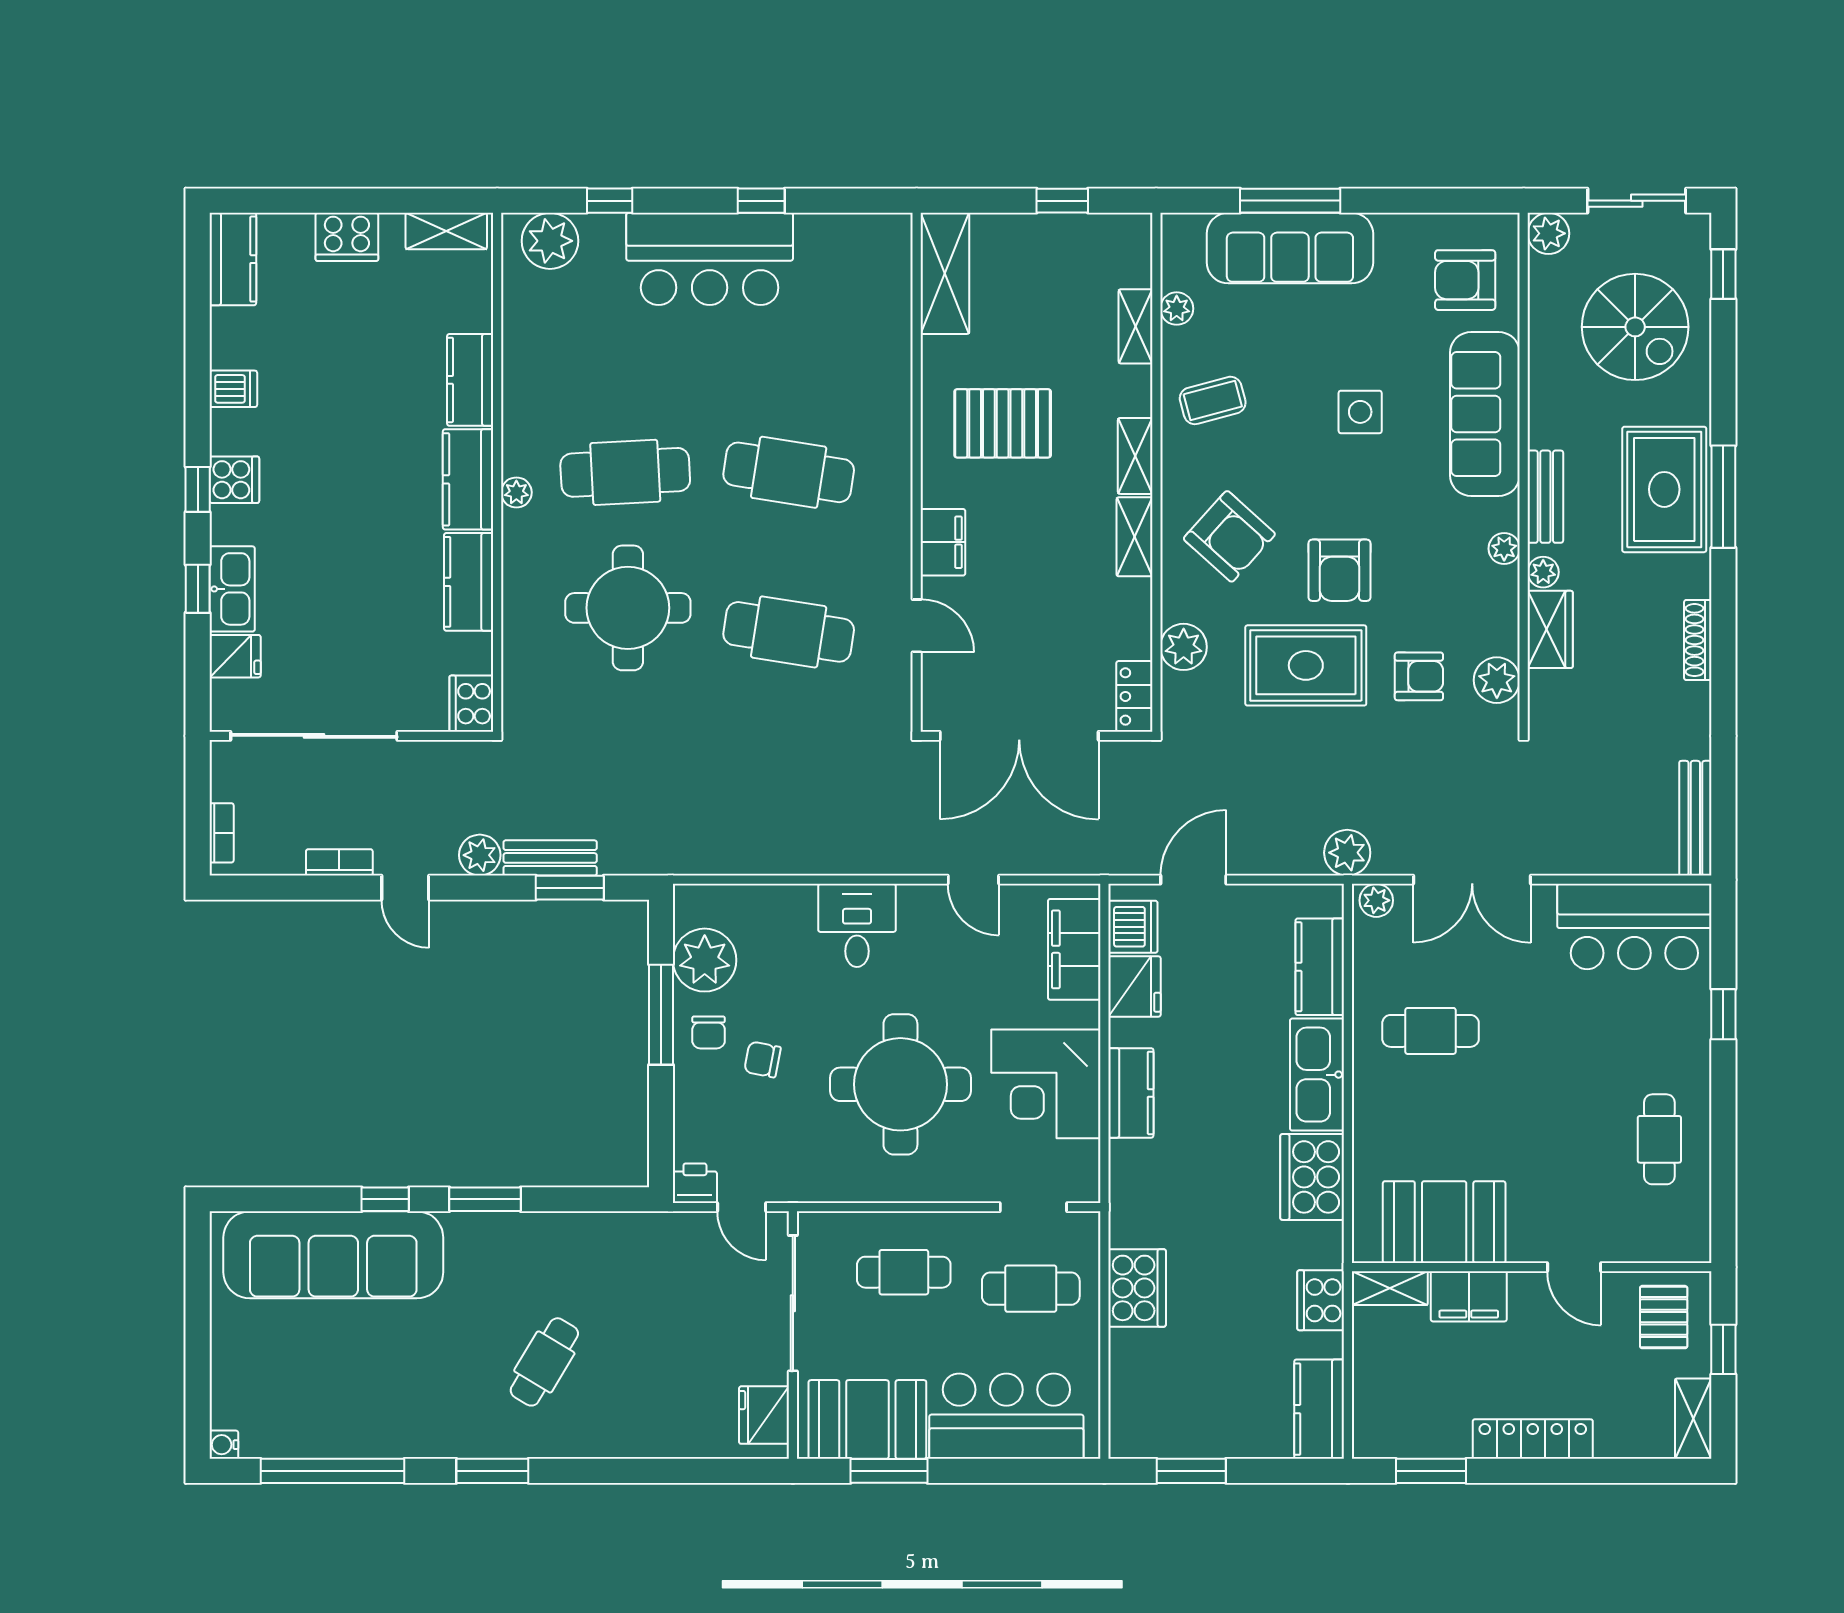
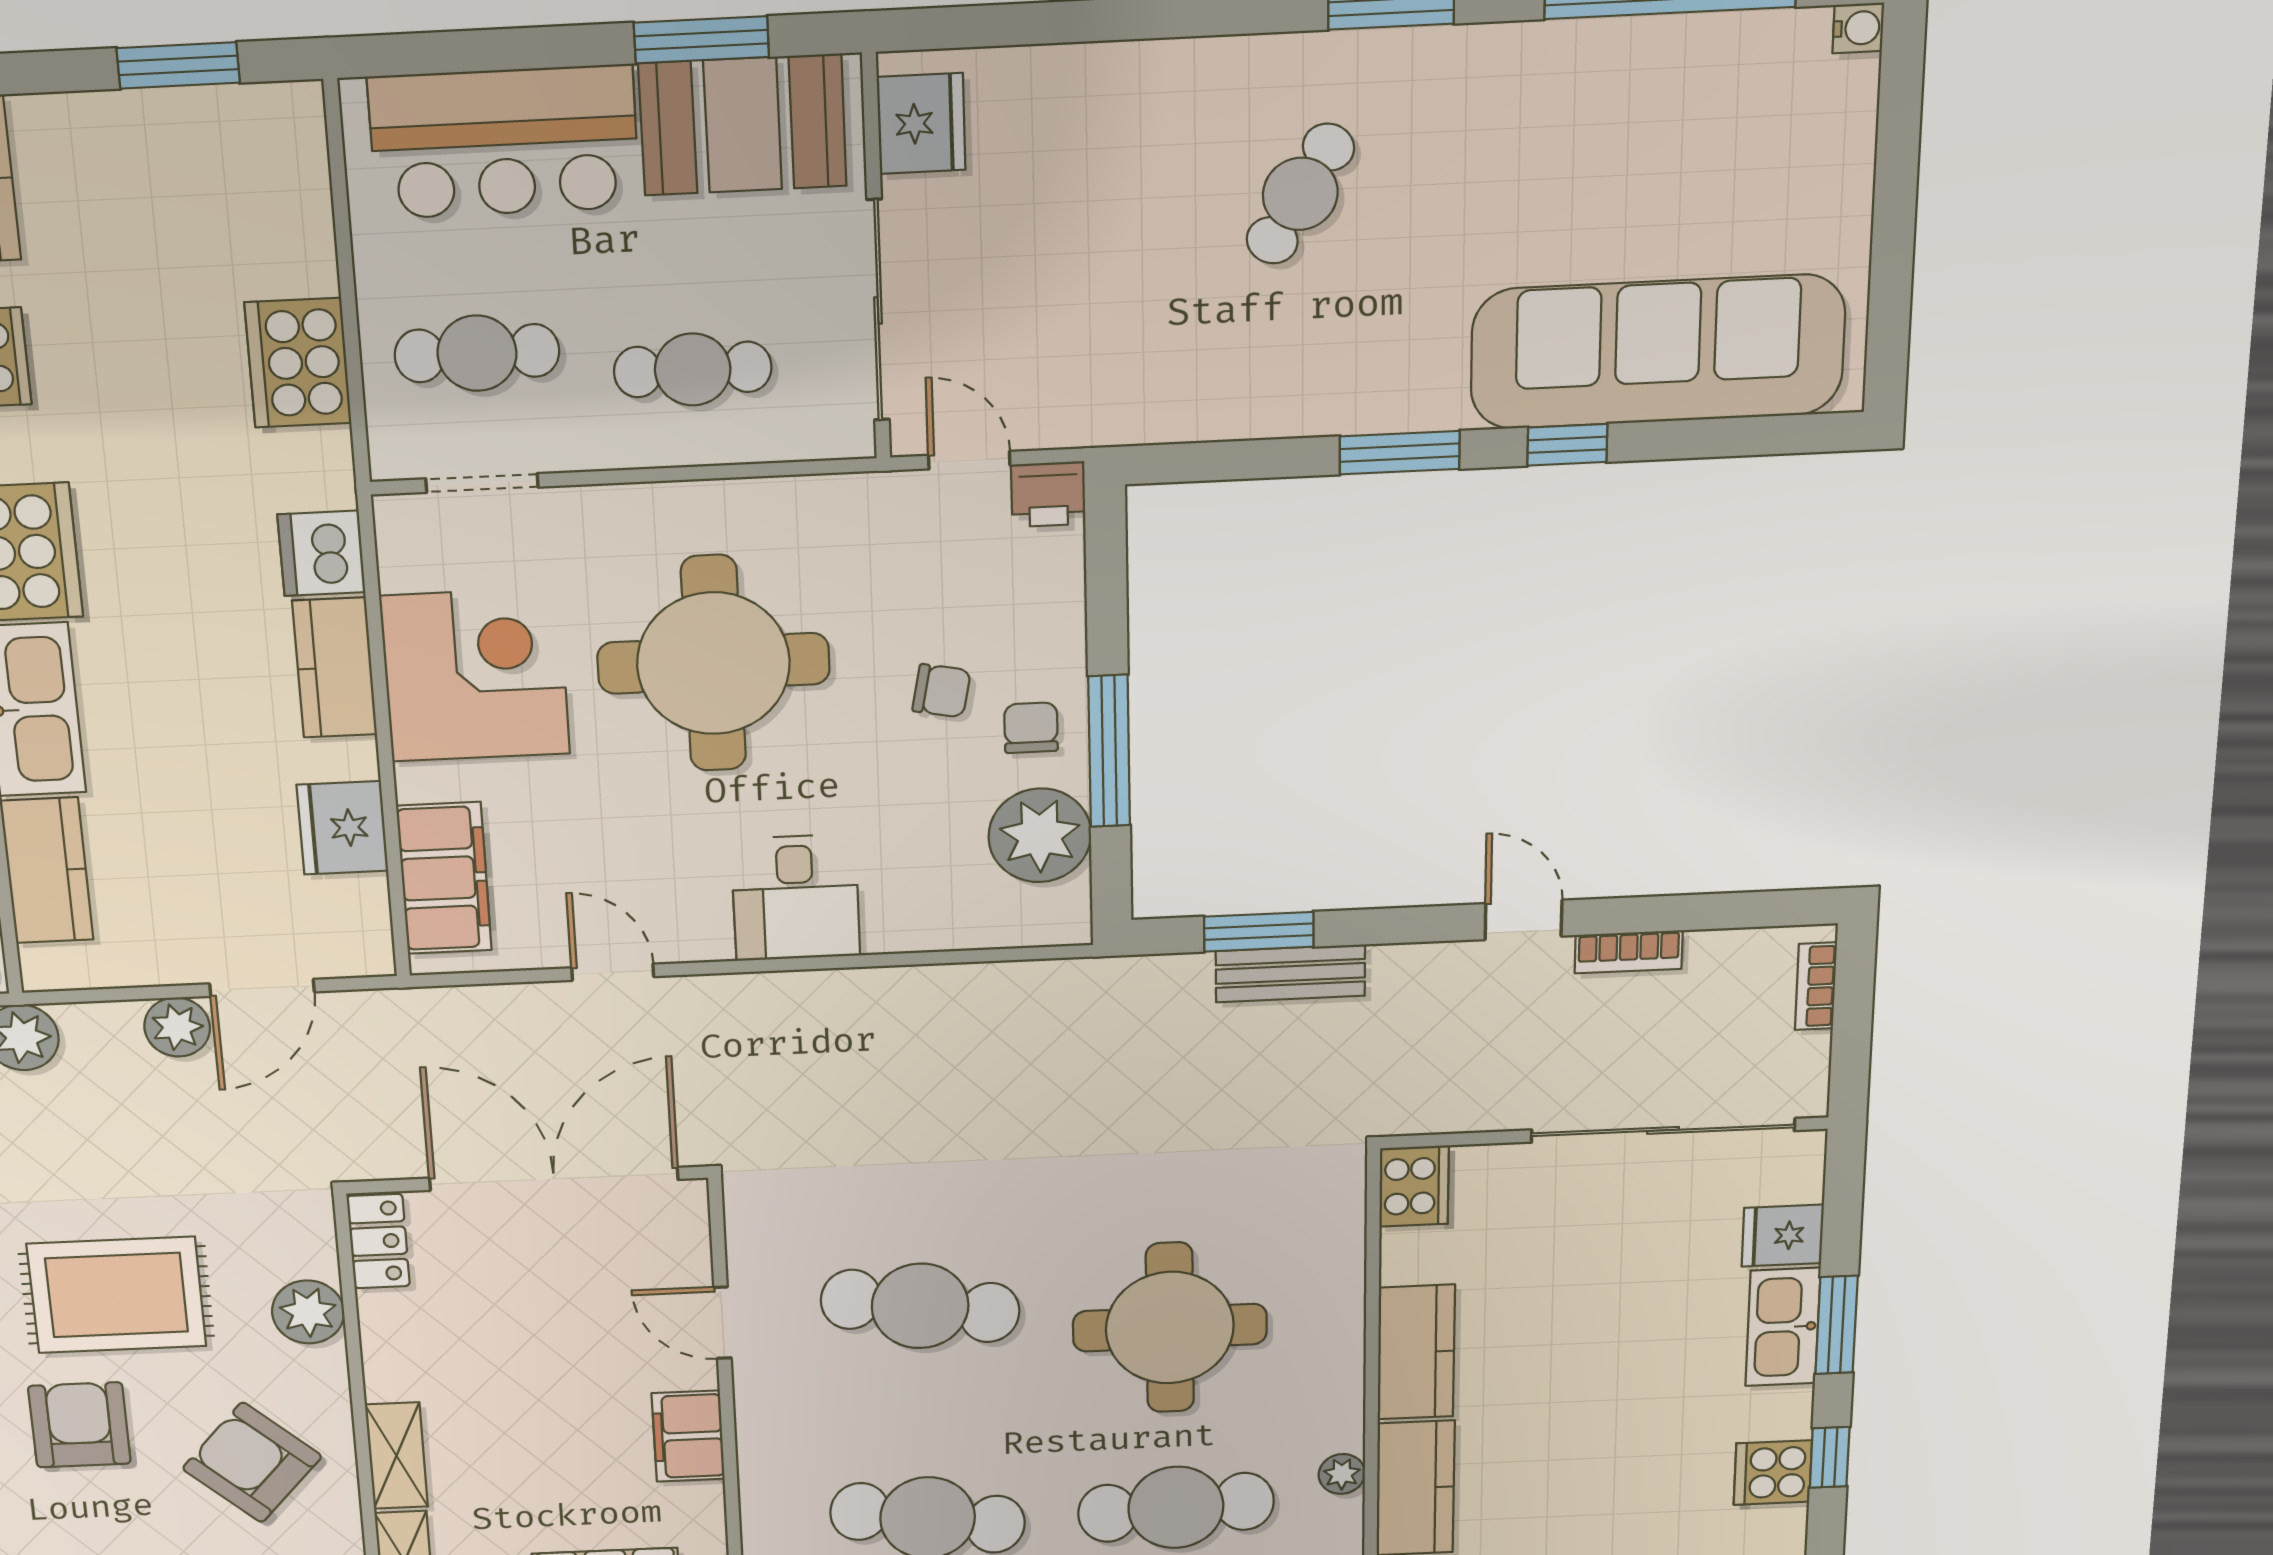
window: (198, 589) -> (1837, 1325), width x1.50
plant: (480, 855) -> (177, 1027), moved
dishwasher: (1133, 927) -> (321, 553), moved

